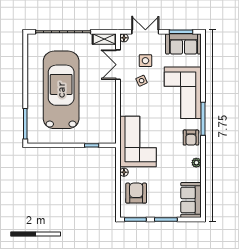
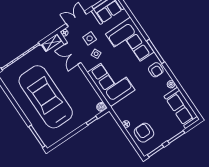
boiler: (111, 138) -> (101, 107), added
corner sofa: (138, 142) -> (111, 81), moved
sofa: (191, 200) -> (182, 108), width x1.36

